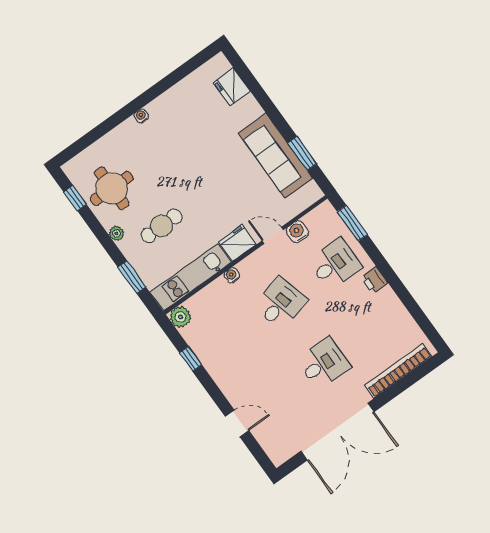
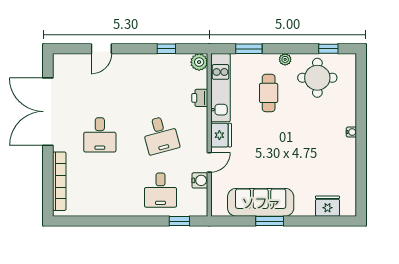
window: (302, 153) -> (270, 221), moved
window: (352, 223) -> (179, 221), width x0.67
water cooler: (232, 275) -> (202, 116), removed
printer: (374, 280) -> (200, 98), moved, turned -90

